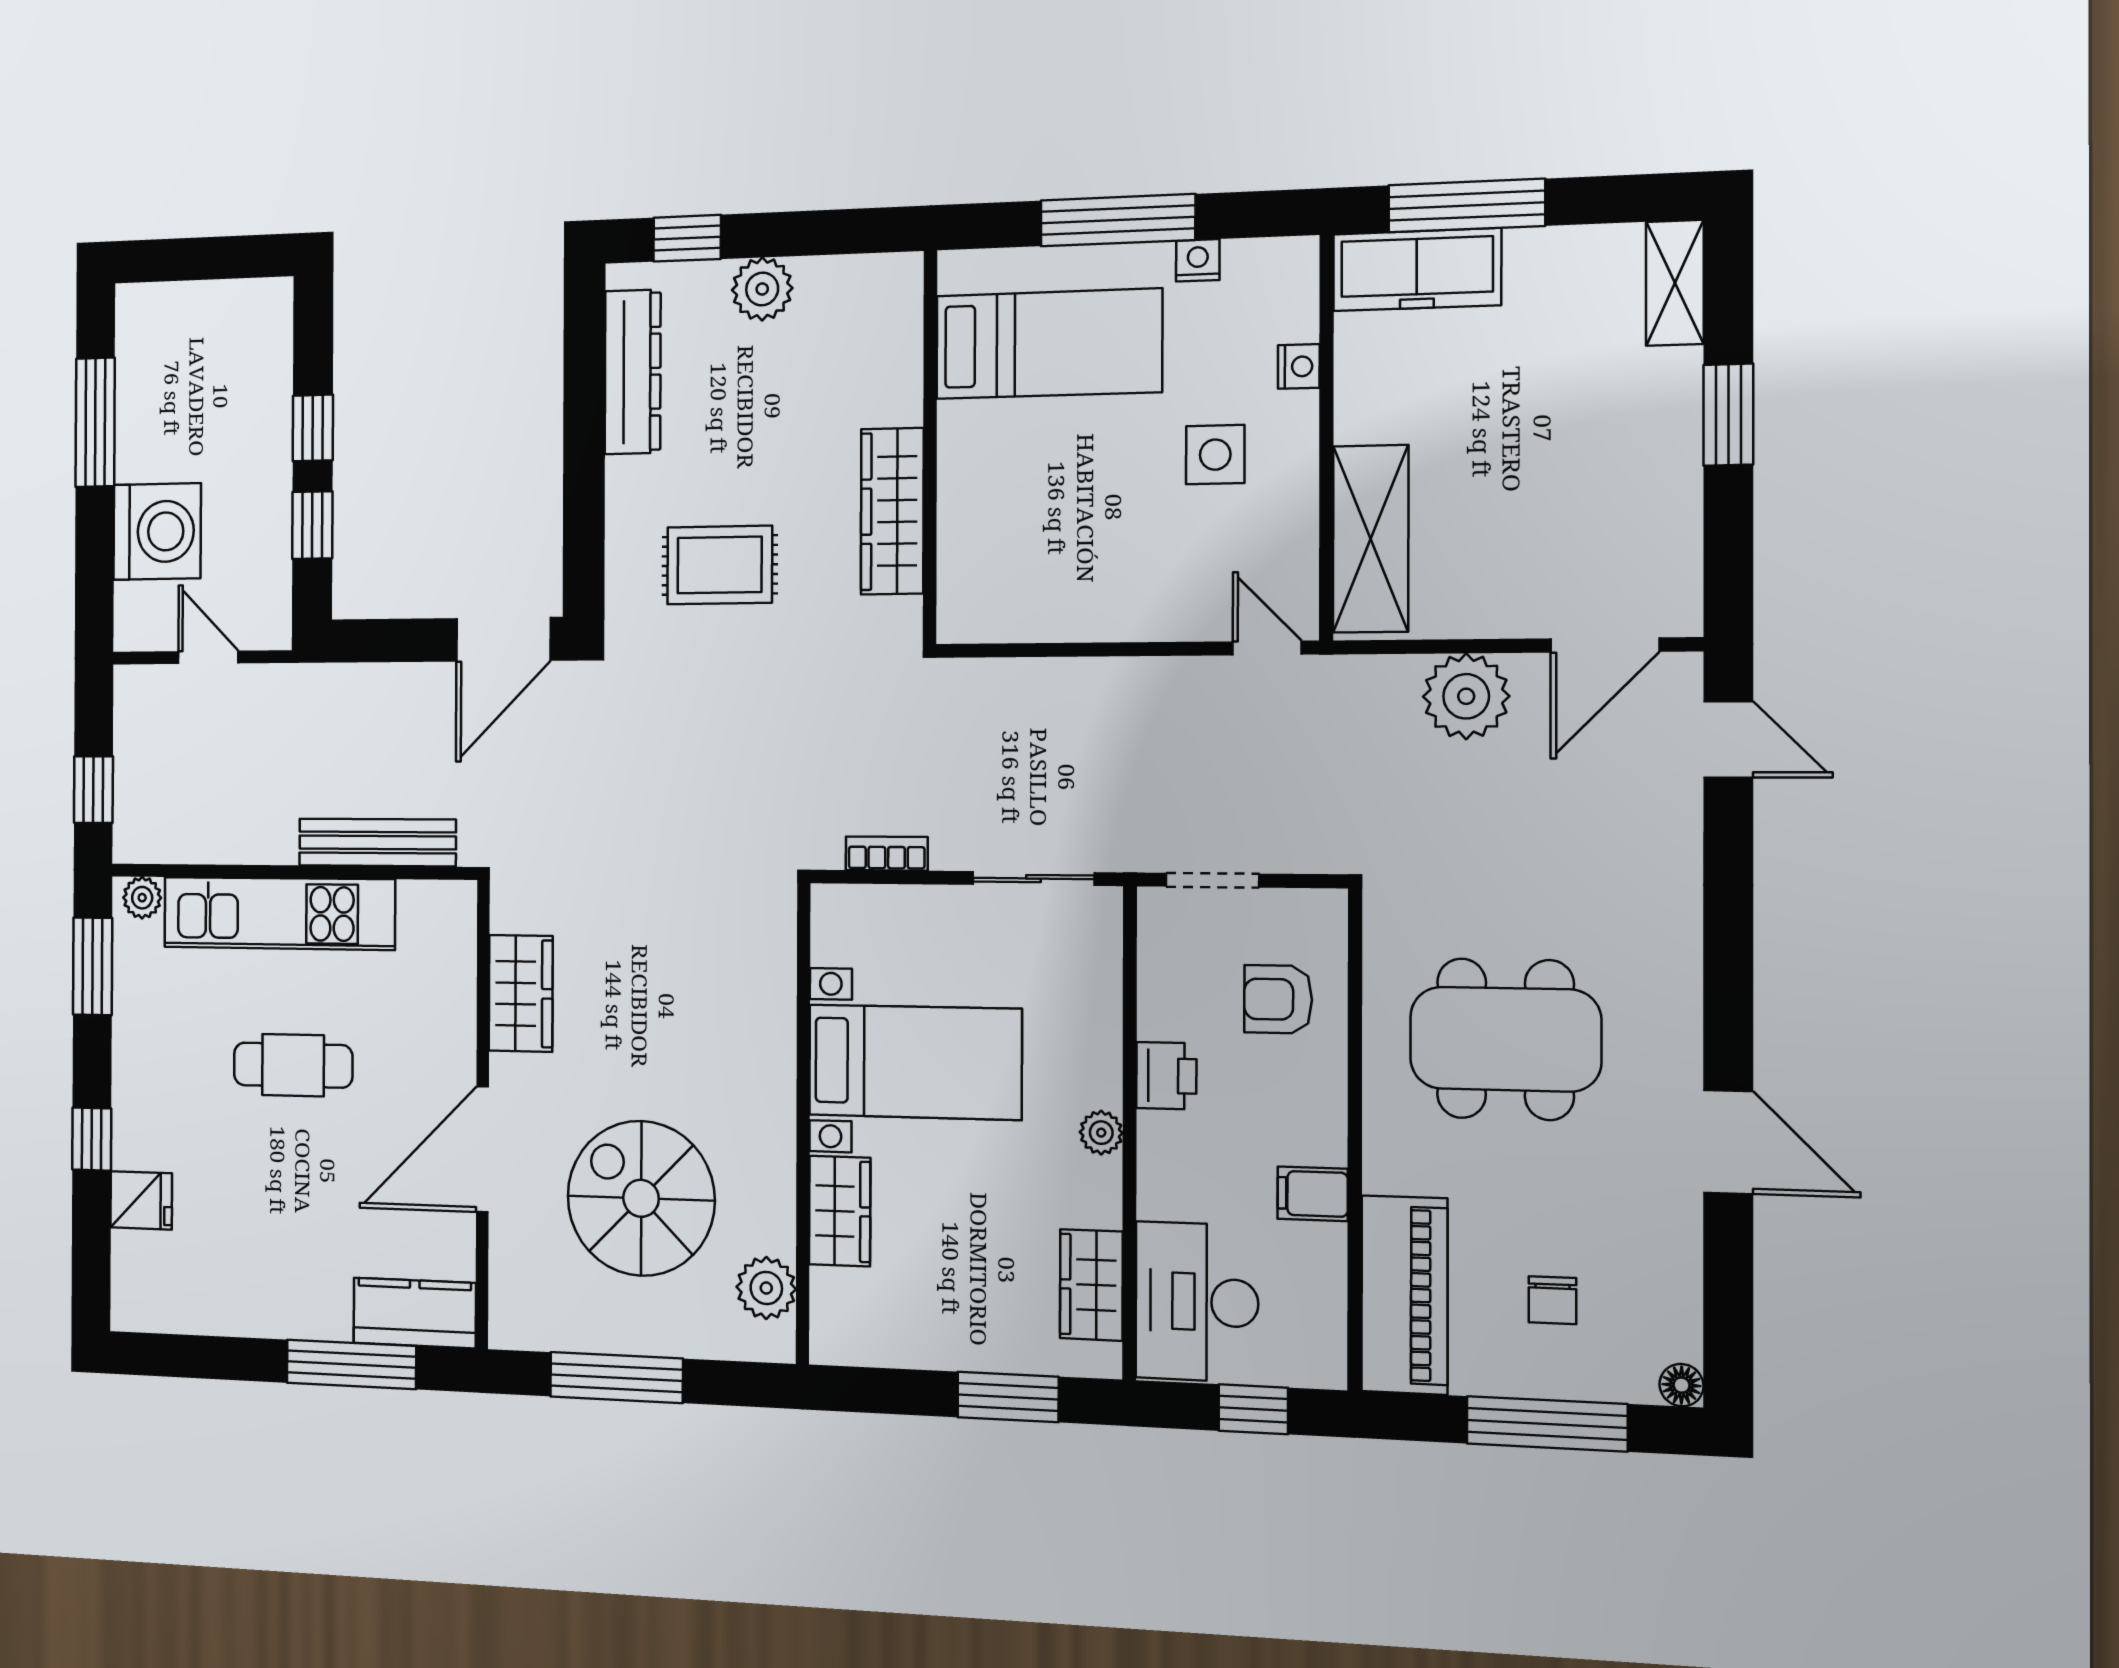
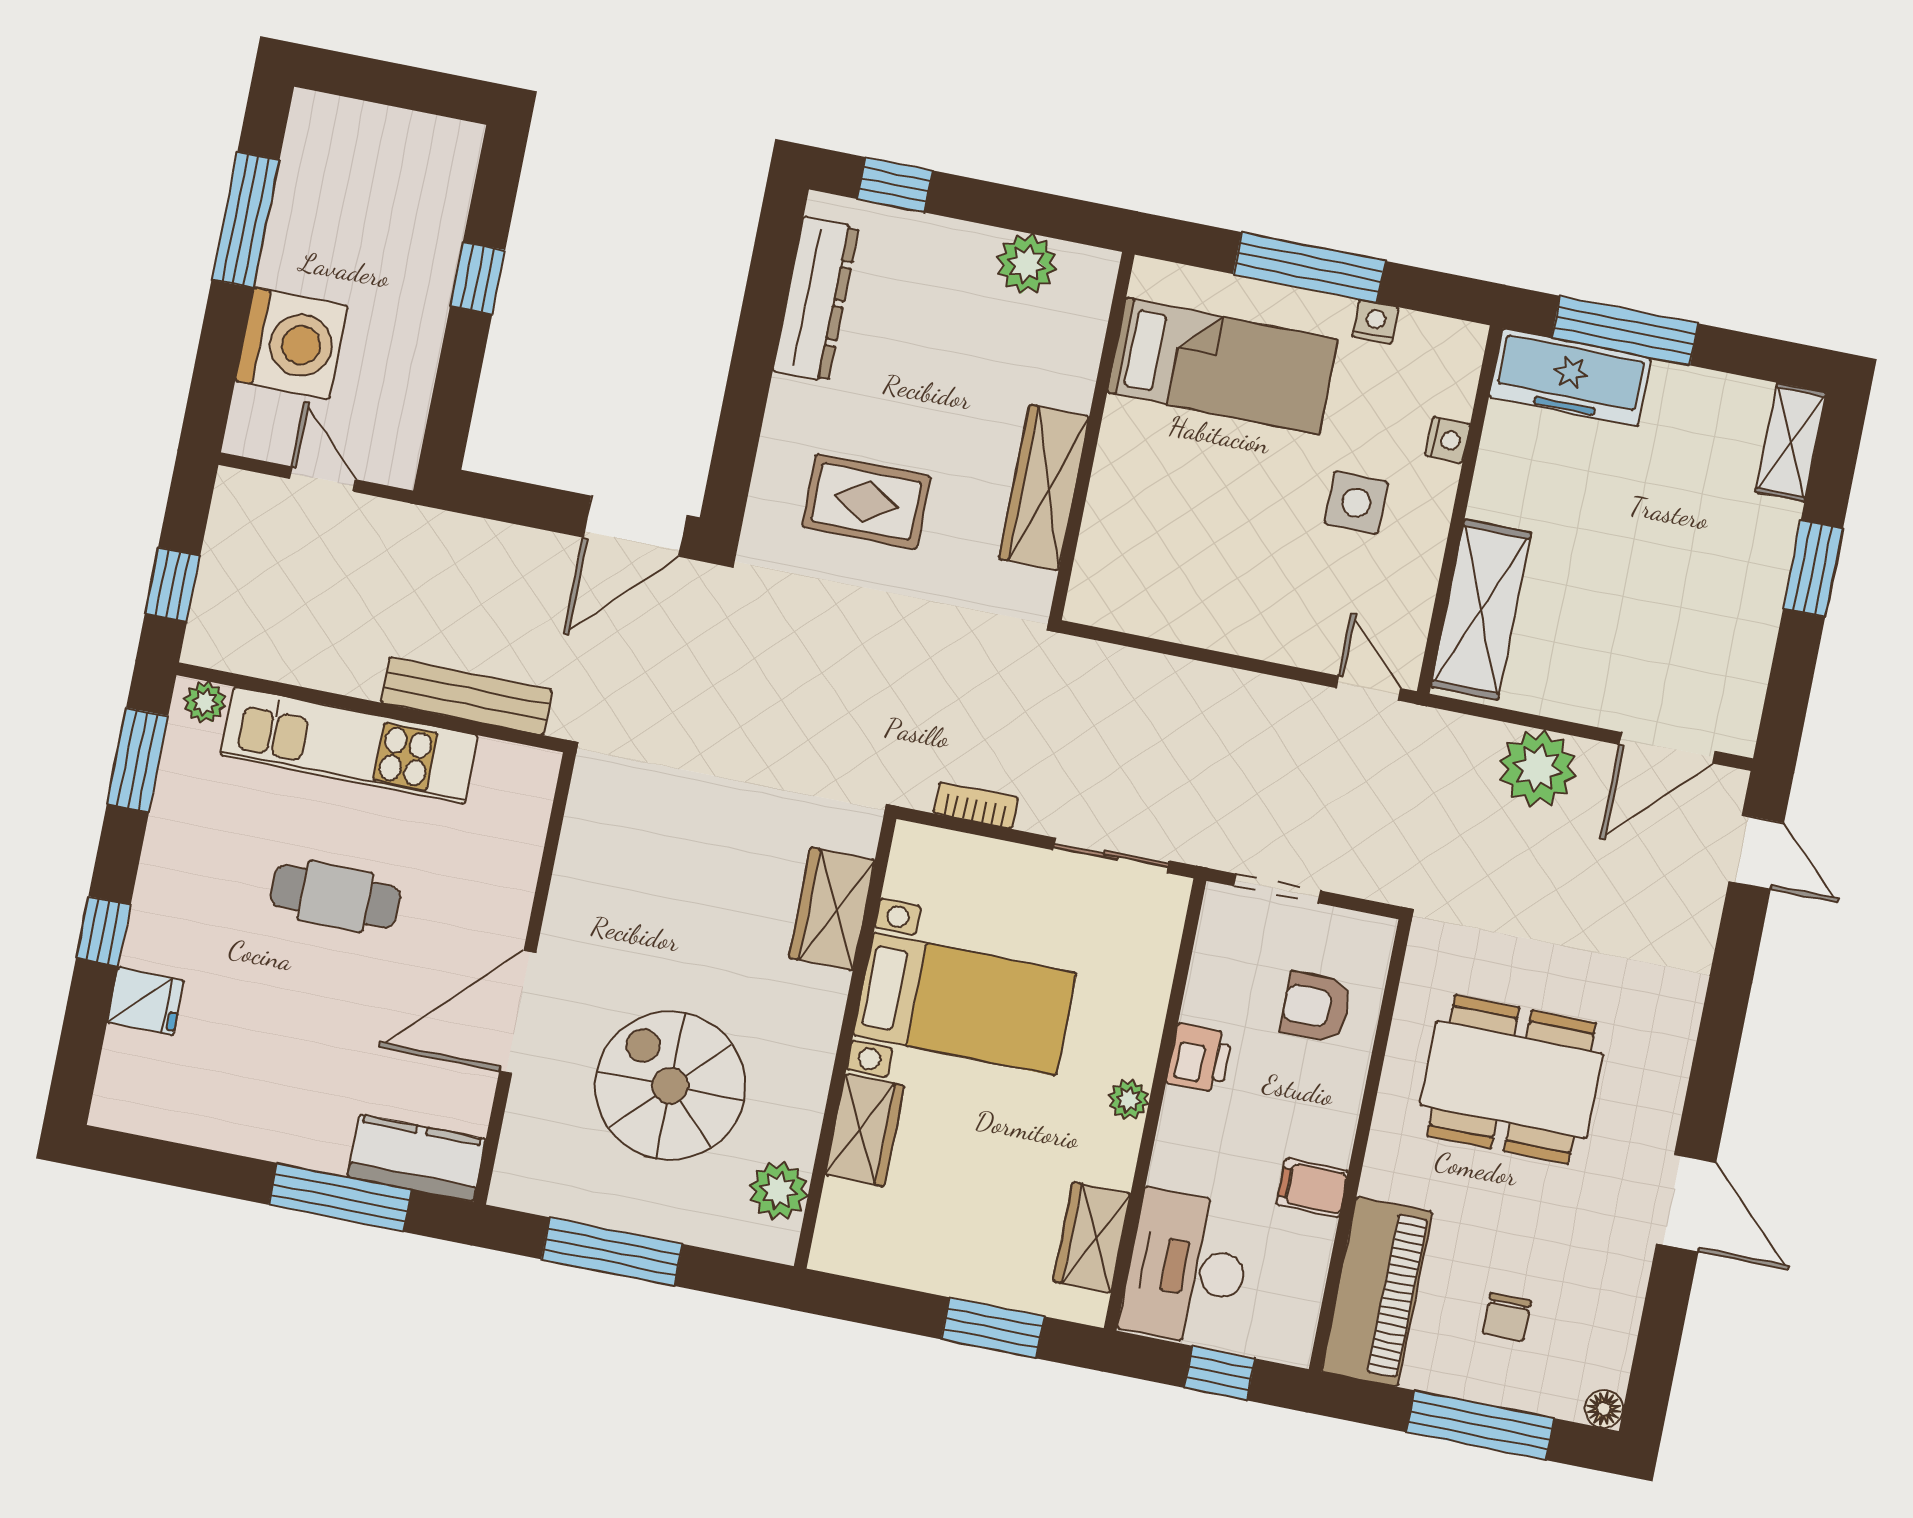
plant: (762, 289) -> (1027, 264), moved
window: (312, 525) -> (459, 373), removed
wardrobe: (521, 993) -> (832, 909), moved, turned 180

